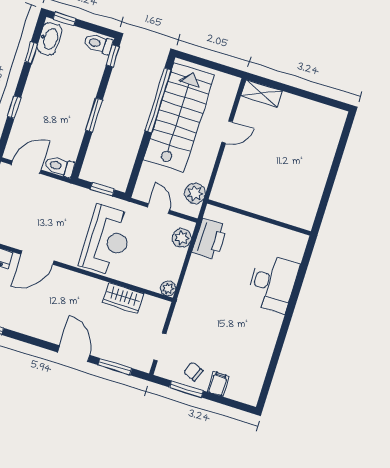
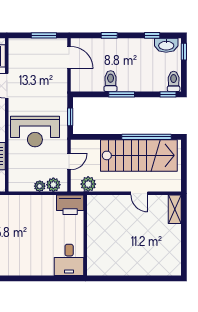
toilet: (59, 166) -> (111, 81), moved
printer: (210, 239) -> (70, 205), moved
desk: (273, 283) -> (69, 260), moved, width x0.73
plant: (168, 288) -> (40, 186), moved

